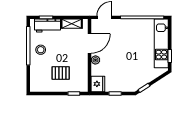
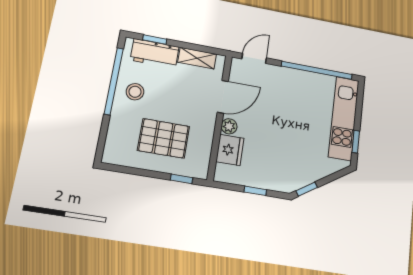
pallet: (61, 73) -> (164, 138), width x1.50, depth x1.42
fridge: (98, 84) -> (230, 150), moved

